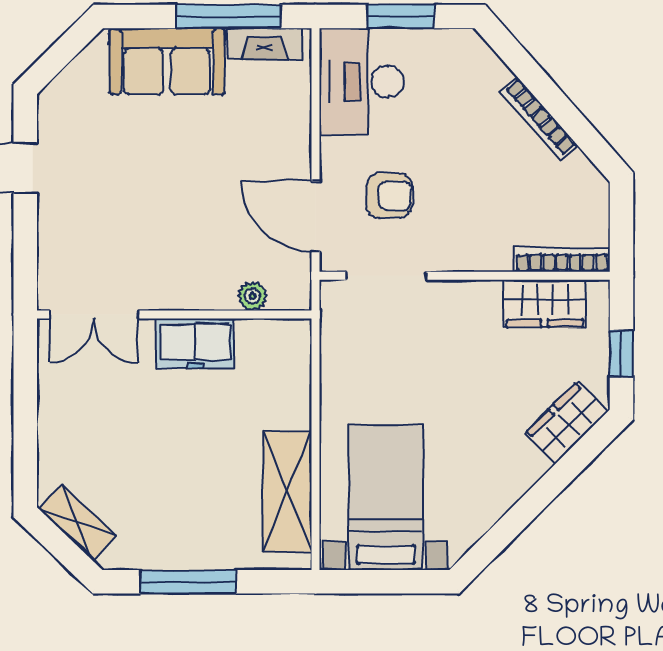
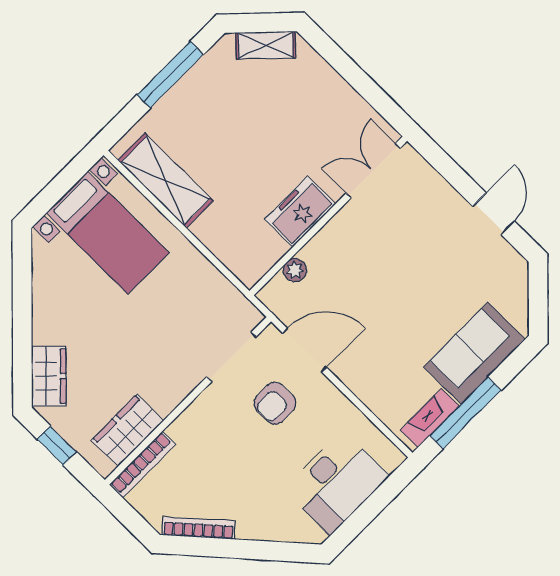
window: (401, 16) -> (369, 510), removed
desk: (361, 82) -> (336, 483), moved, turned 90
bookcase: (539, 119) -> (199, 528), moved

